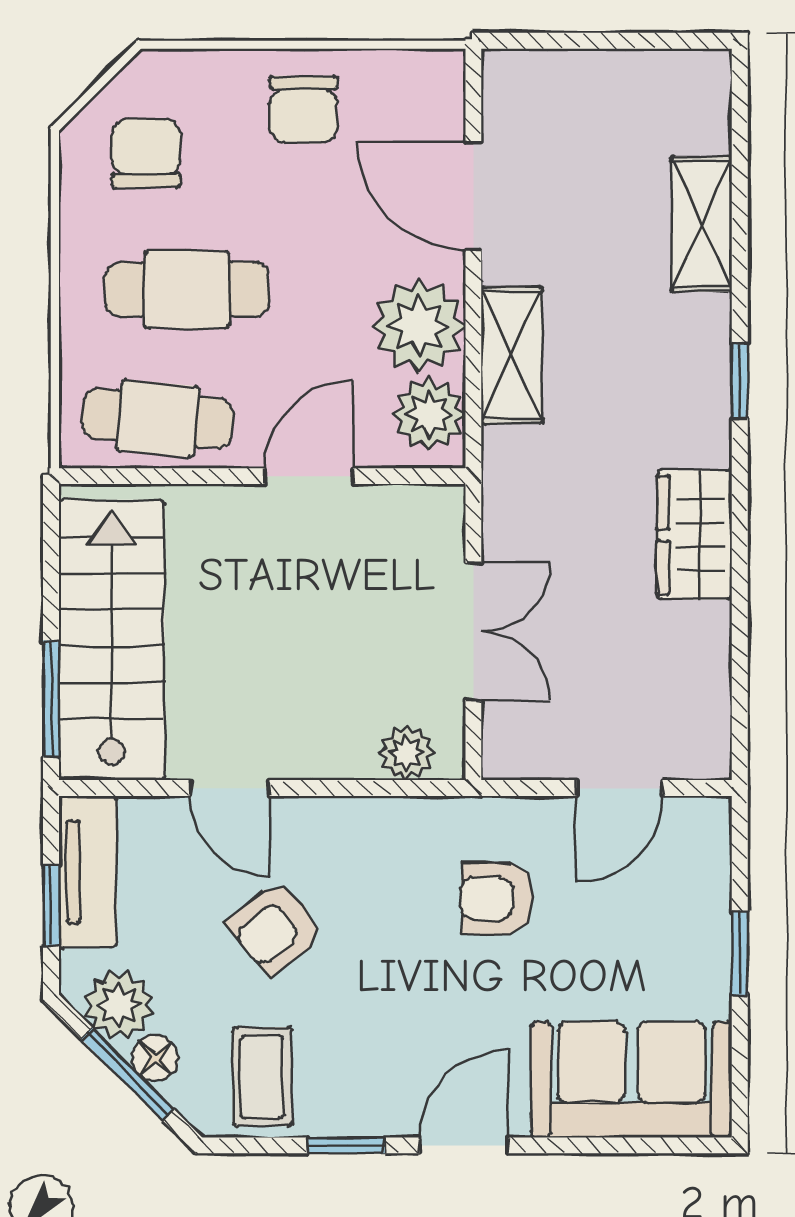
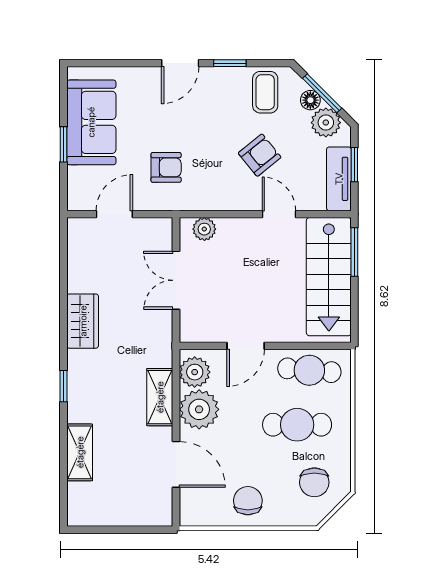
sofa: (631, 1079) -> (91, 122), moved, turned -90

